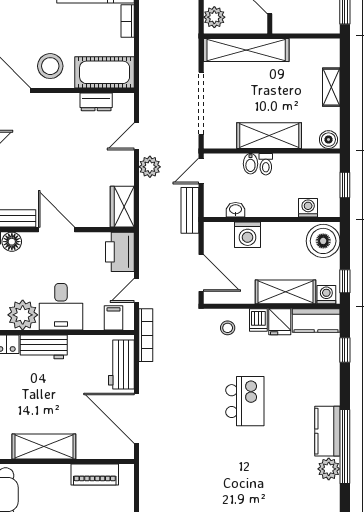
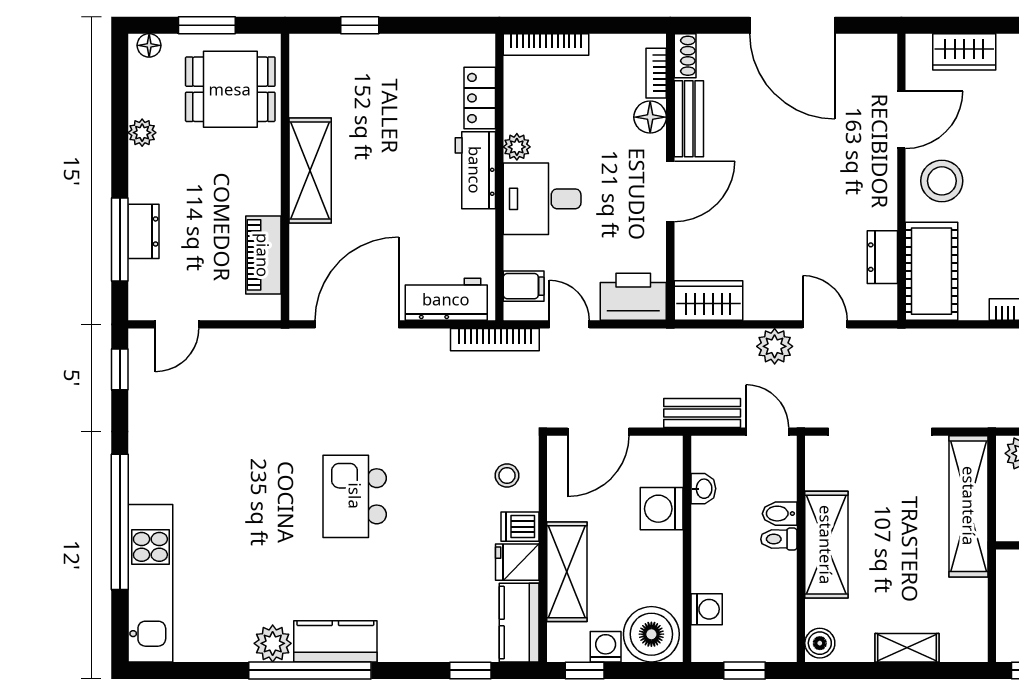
washing machine: (326, 295) -> (606, 647), moved, turned -90
plant: (23, 315) -> (517, 147), width x0.53, depth x0.53
kitchen island: (245, 401) -> (355, 496), moved, turned 90

